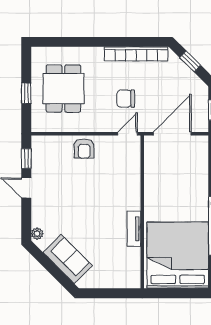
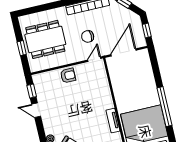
dining table: (63, 89) -> (45, 39), width x1.37
armchair: (84, 148) -> (68, 76), turned -90

